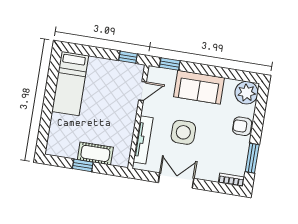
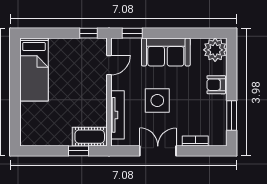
cot: (95, 153) -> (90, 137), moved
window: (83, 165) -> (78, 151), moved
bookcase: (231, 180) -> (195, 141), moved

